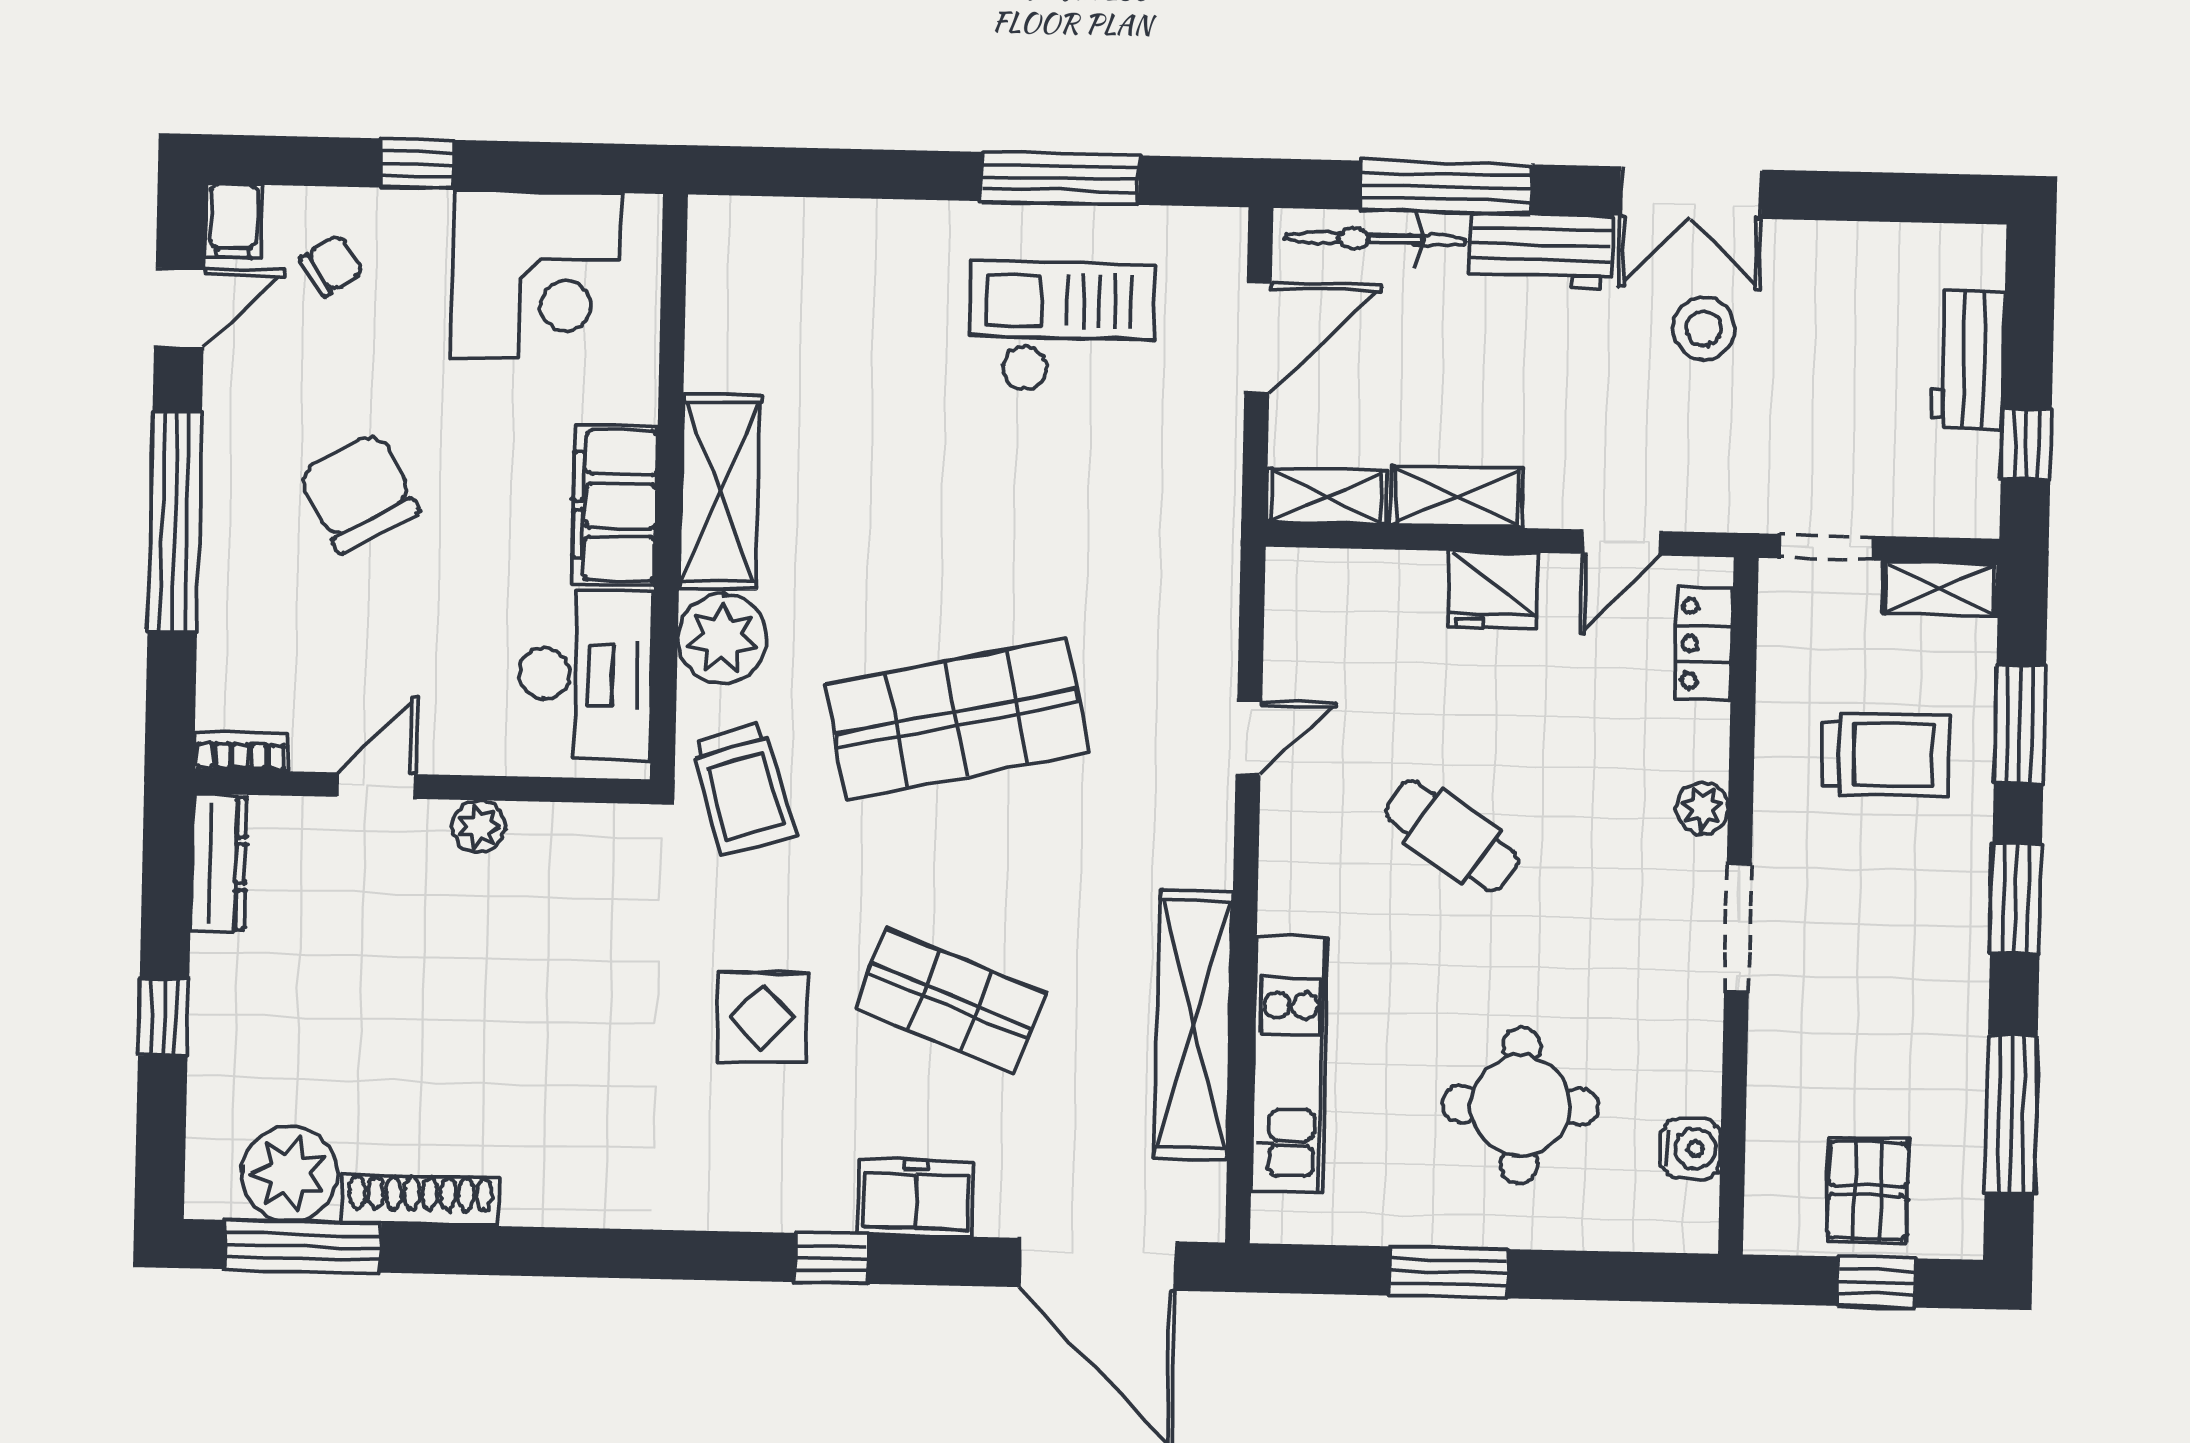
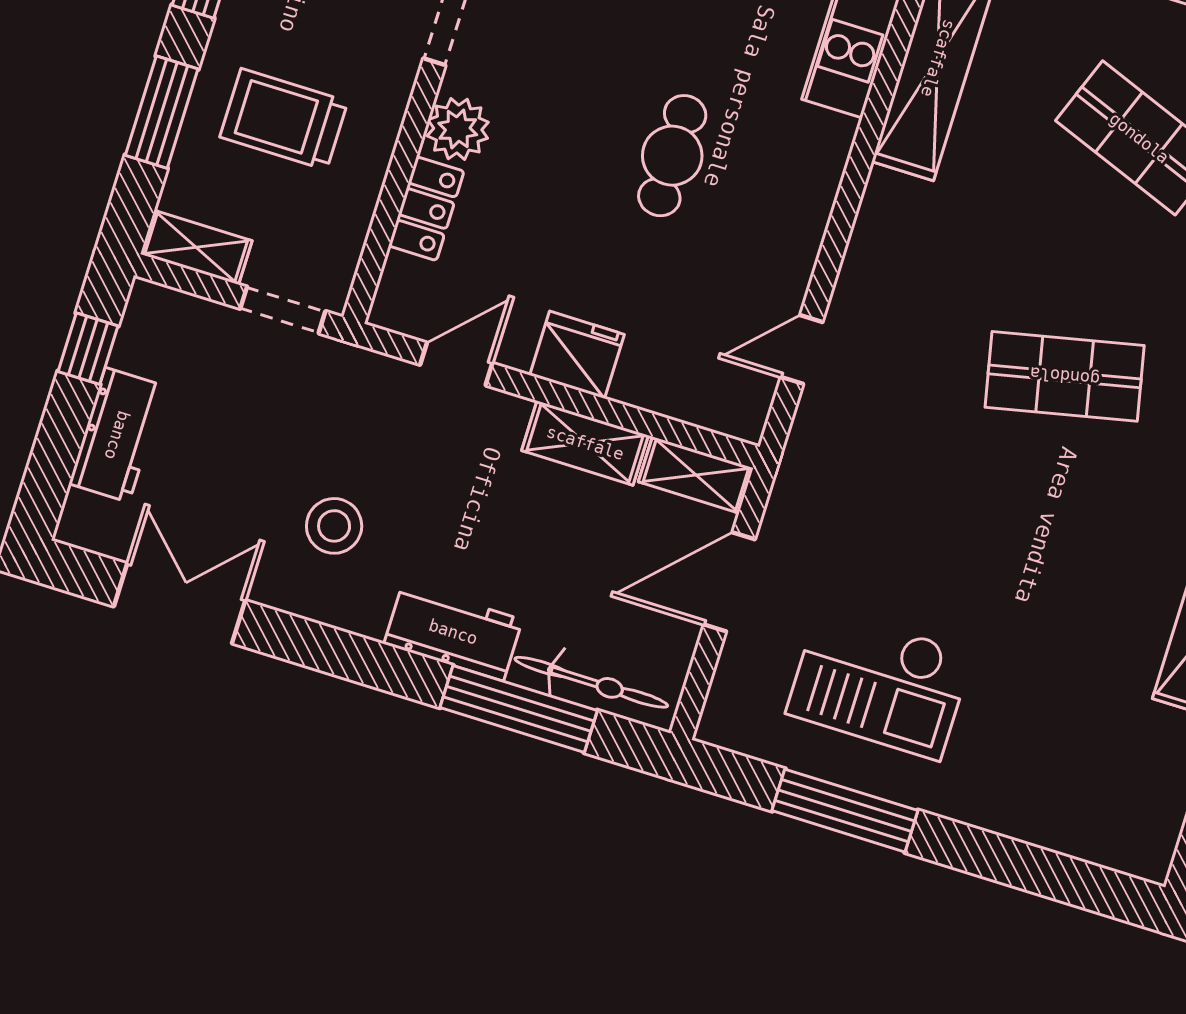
double door: (1691, 193) -> (180, 603), moved
door: (1258, 338) -> (729, 582), moved
locker: (1704, 644) -> (426, 209), moved
shop shelf: (956, 719) -> (1065, 376), width x0.70, depth x0.74
door: (1249, 738) -> (802, 350), moved
plant: (1702, 808) -> (458, 129), width x1.38, depth x1.38
cafe table: (1452, 836) -> (672, 156), turned 56

